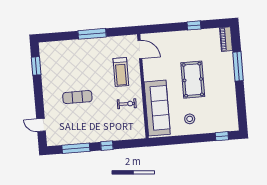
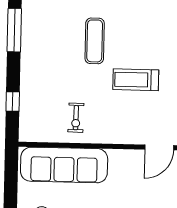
treadmill: (121, 72) -> (136, 80), moved
window: (107, 146) -> (13, 102), moved

